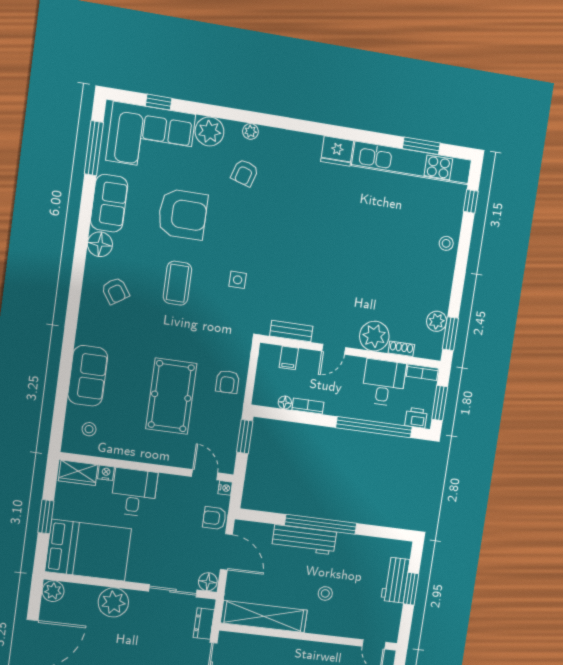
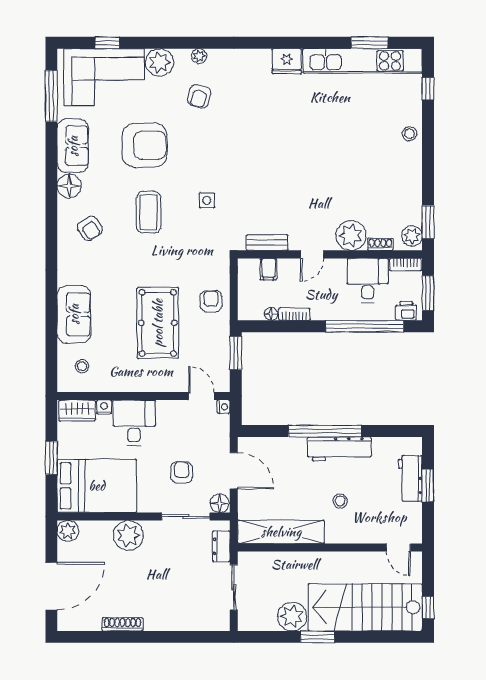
plant: (437, 321) -> (412, 236), moved
armchair: (227, 382) -> (211, 301), turned 180
armchair: (214, 518) -> (182, 472), moved, turned 90
workbench: (304, 540) -> (339, 449), moved

